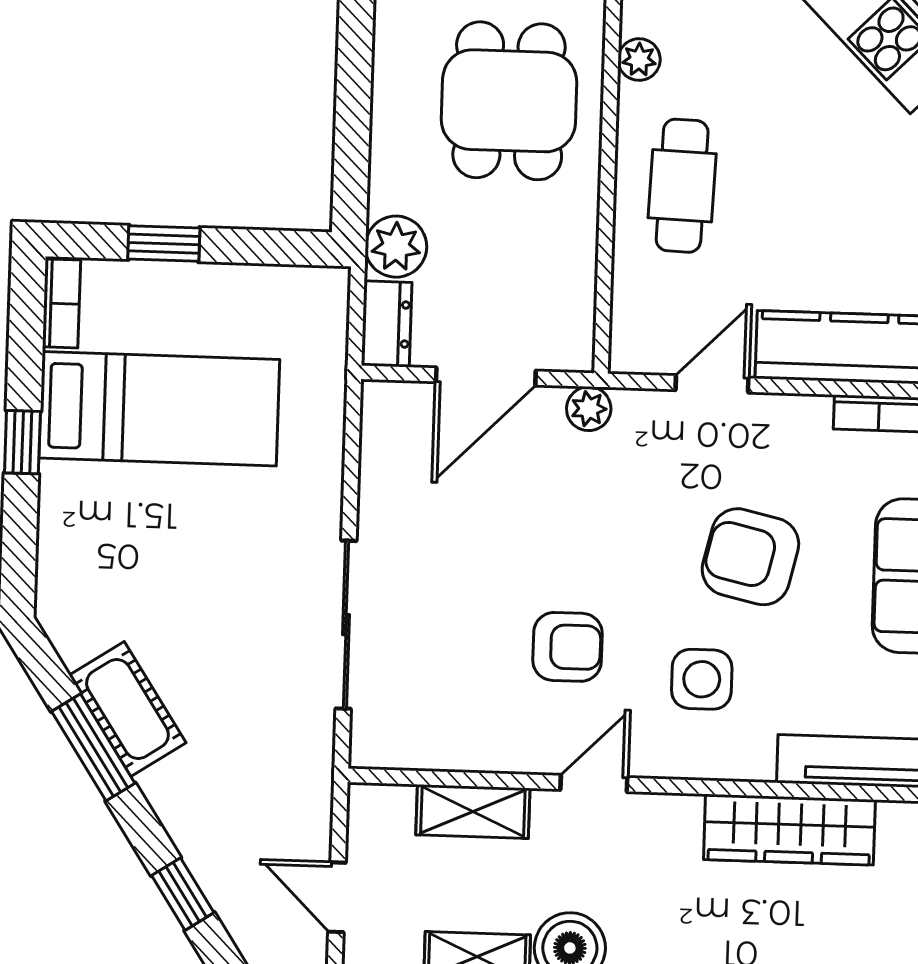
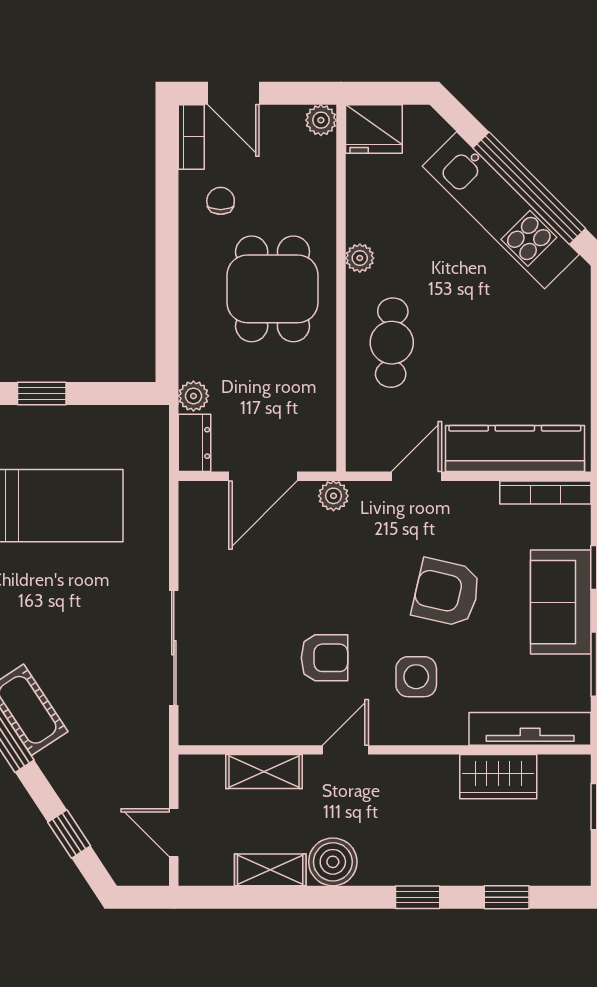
plant: (396, 247) -> (193, 396), width x0.73, depth x0.73
wardrobe: (789, 830) -> (498, 777), width x0.67

